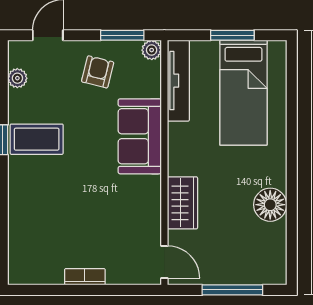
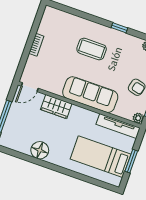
sofa: (140, 136) -> (90, 95), width x1.36
coffee table: (37, 139) -> (92, 49), moved, turned 90

